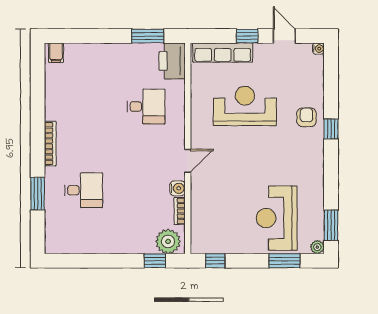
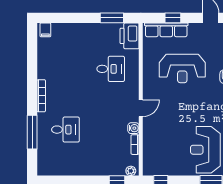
window: (247, 36) -> (173, 18), moved
reception desk: (245, 106) -> (182, 68), turned 180
window: (38, 194) -> (32, 132), width x1.44
plant: (168, 241) -> (131, 171), width x0.53, depth x0.53

